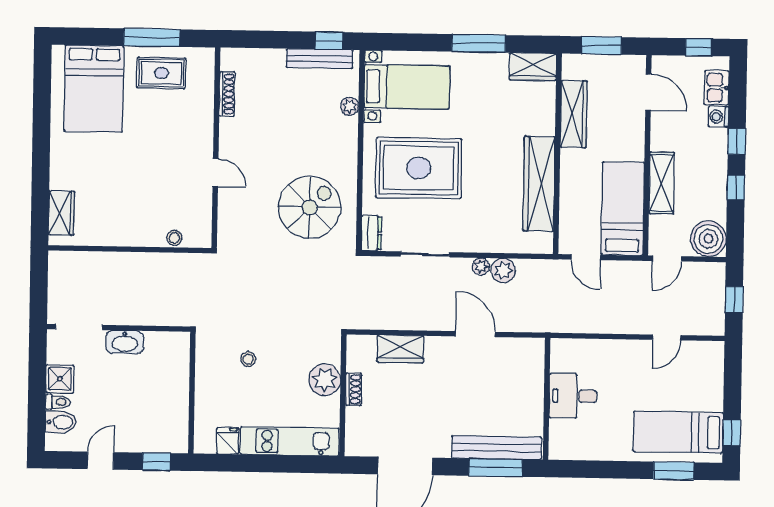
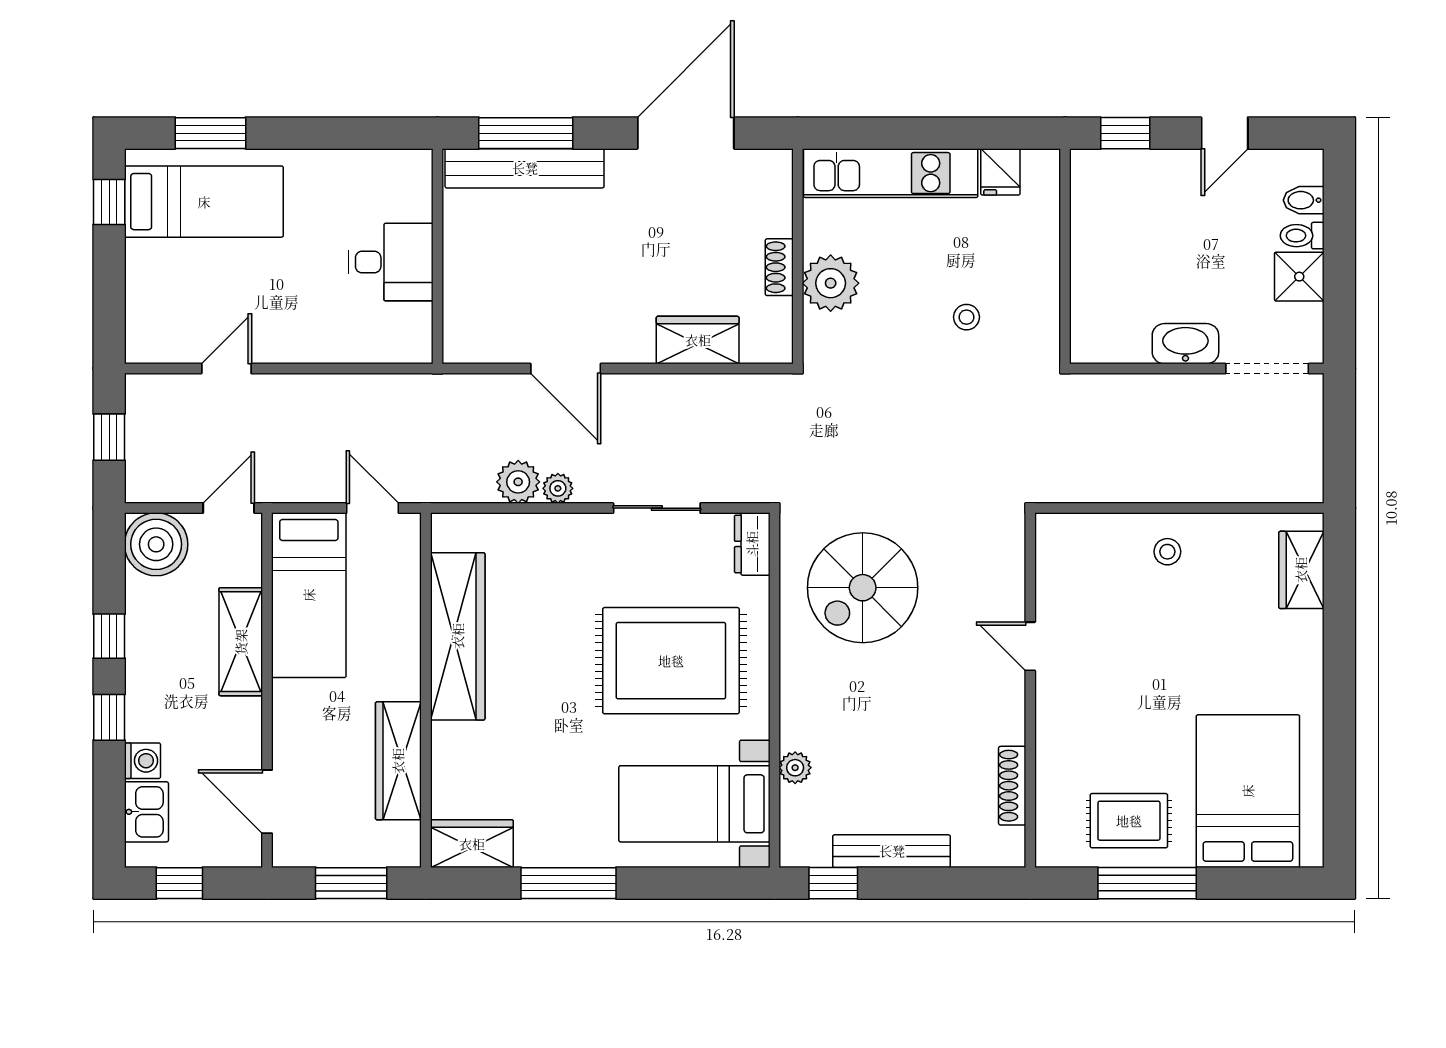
bench: (320, 59) -> (892, 851), moved
stool: (174, 238) -> (1167, 552), moved
bidet: (61, 422) -> (1304, 200), width x0.72, depth x0.74

